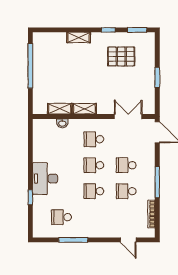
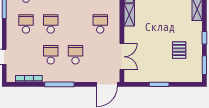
pallet: (121, 56) -> (179, 50), width x0.67, depth x0.71
school desk: (94, 165) -> (26, 24), moved

